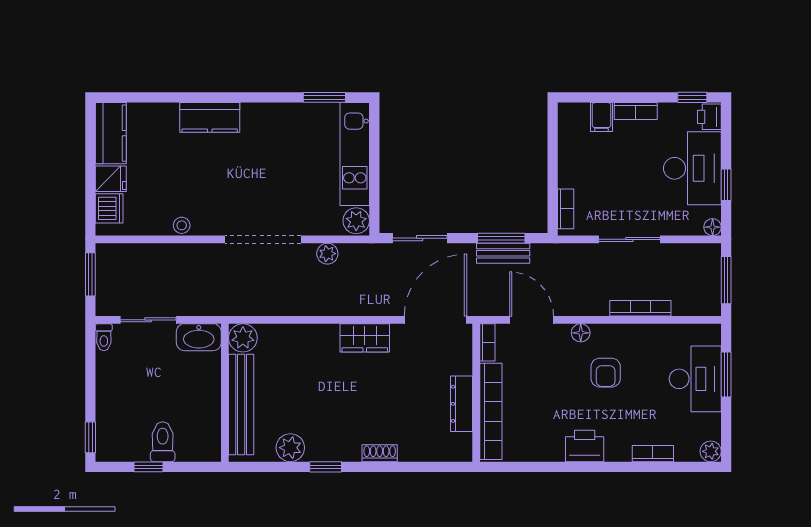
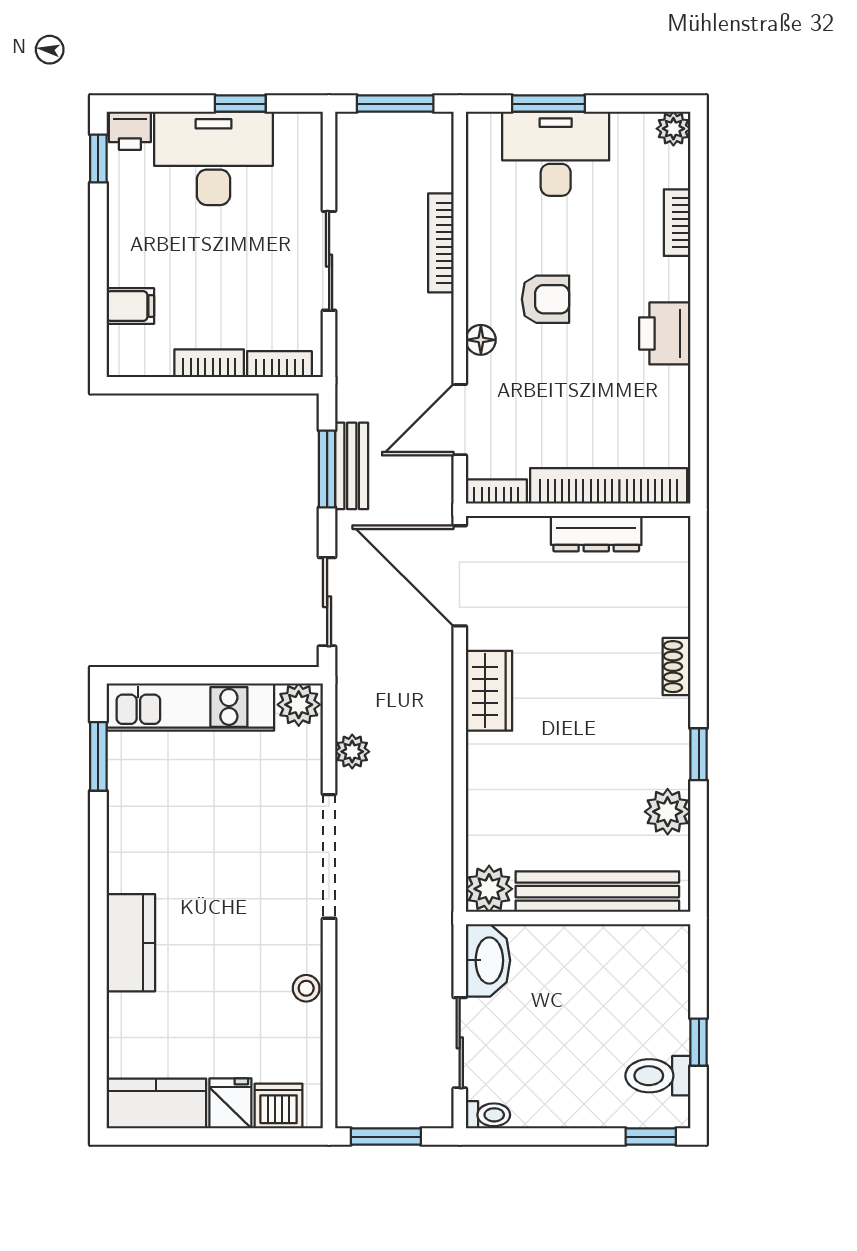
bookcase: (636, 111) -> (209, 363), moved, turned -90
floor lamp: (713, 227) -> (309, 126), removed
toilet: (163, 442) -> (658, 1076), moved

